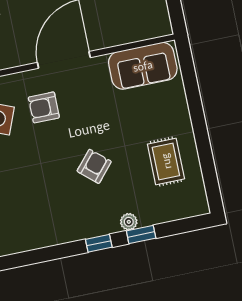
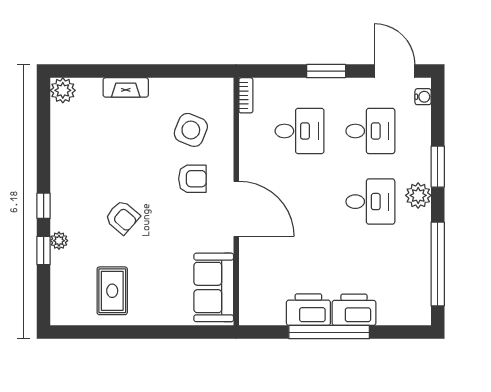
armchair: (44, 107) -> (192, 179), turned 90
rug: (166, 161) -> (112, 291), turned 90

